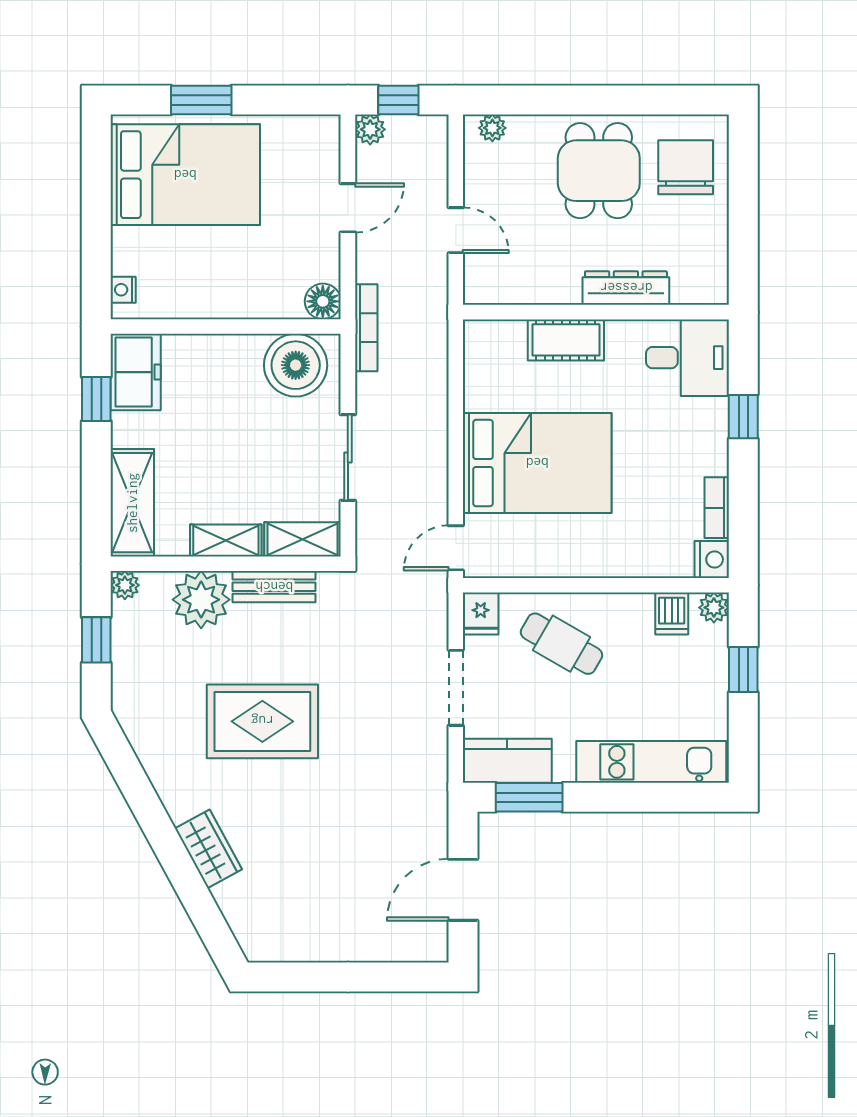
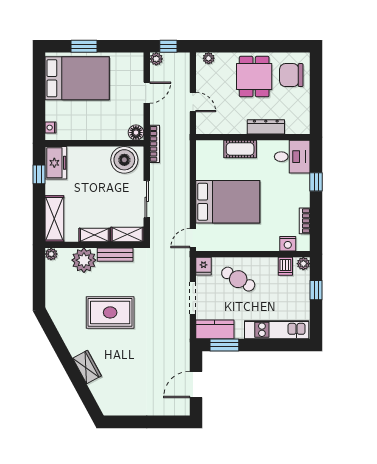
chair: (686, 167) -> (291, 75), turned -90
nightstand: (712, 559) -> (288, 244), moved, turned 90
window: (96, 640) -> (39, 277), removed

